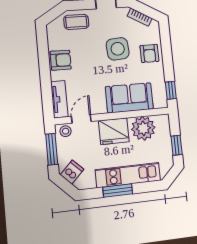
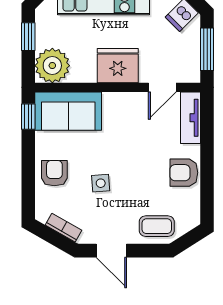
side table: (118, 49) -> (101, 183), width x0.54, depth x0.54
sofa: (129, 98) -> (68, 111), moved
plant: (143, 128) -> (52, 66), moved
stool: (66, 131) -> (186, 72), removed

